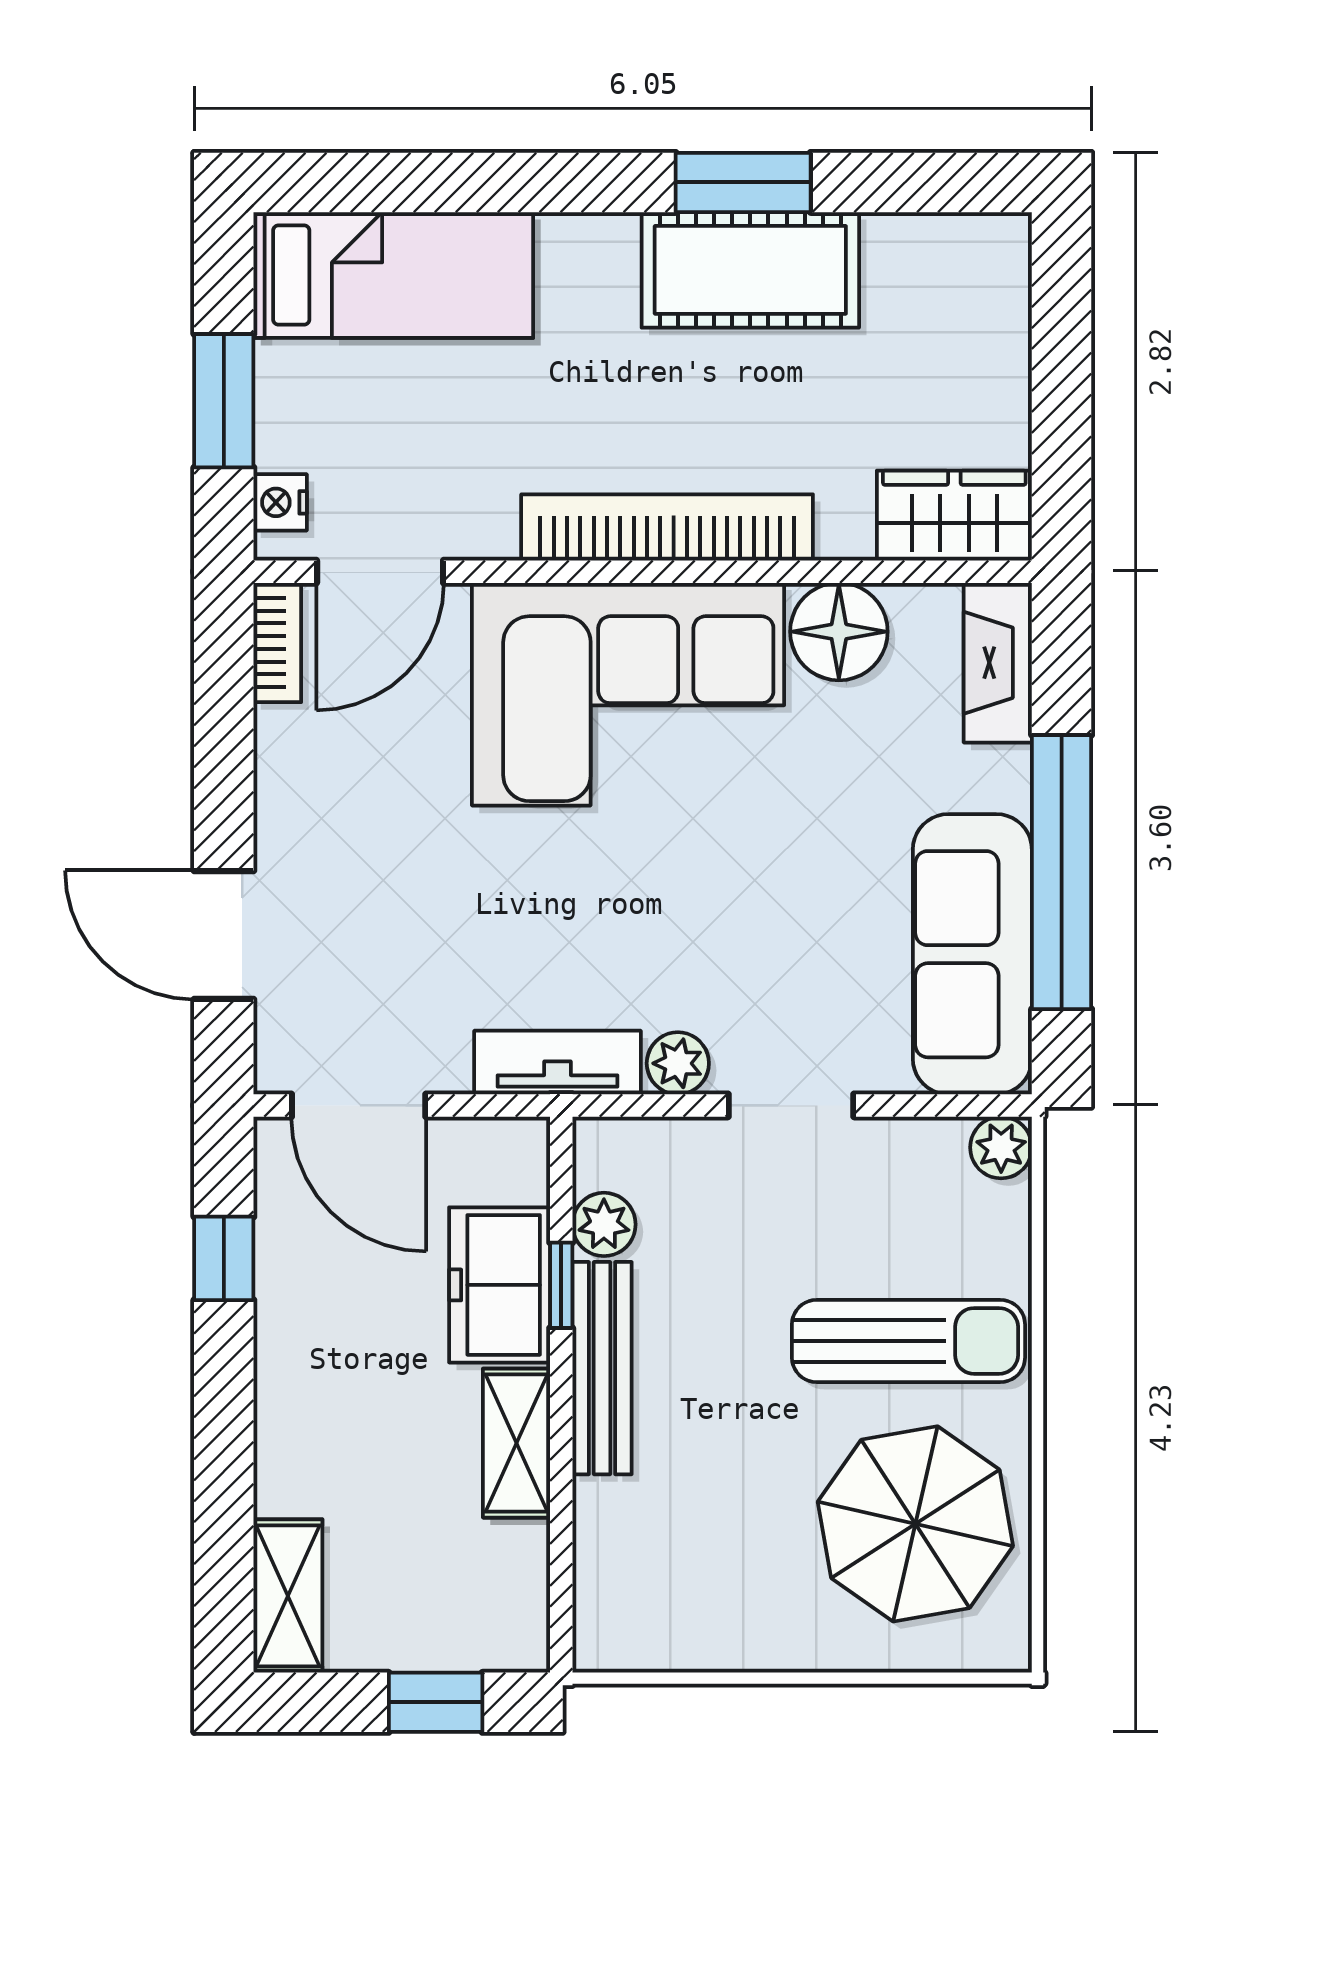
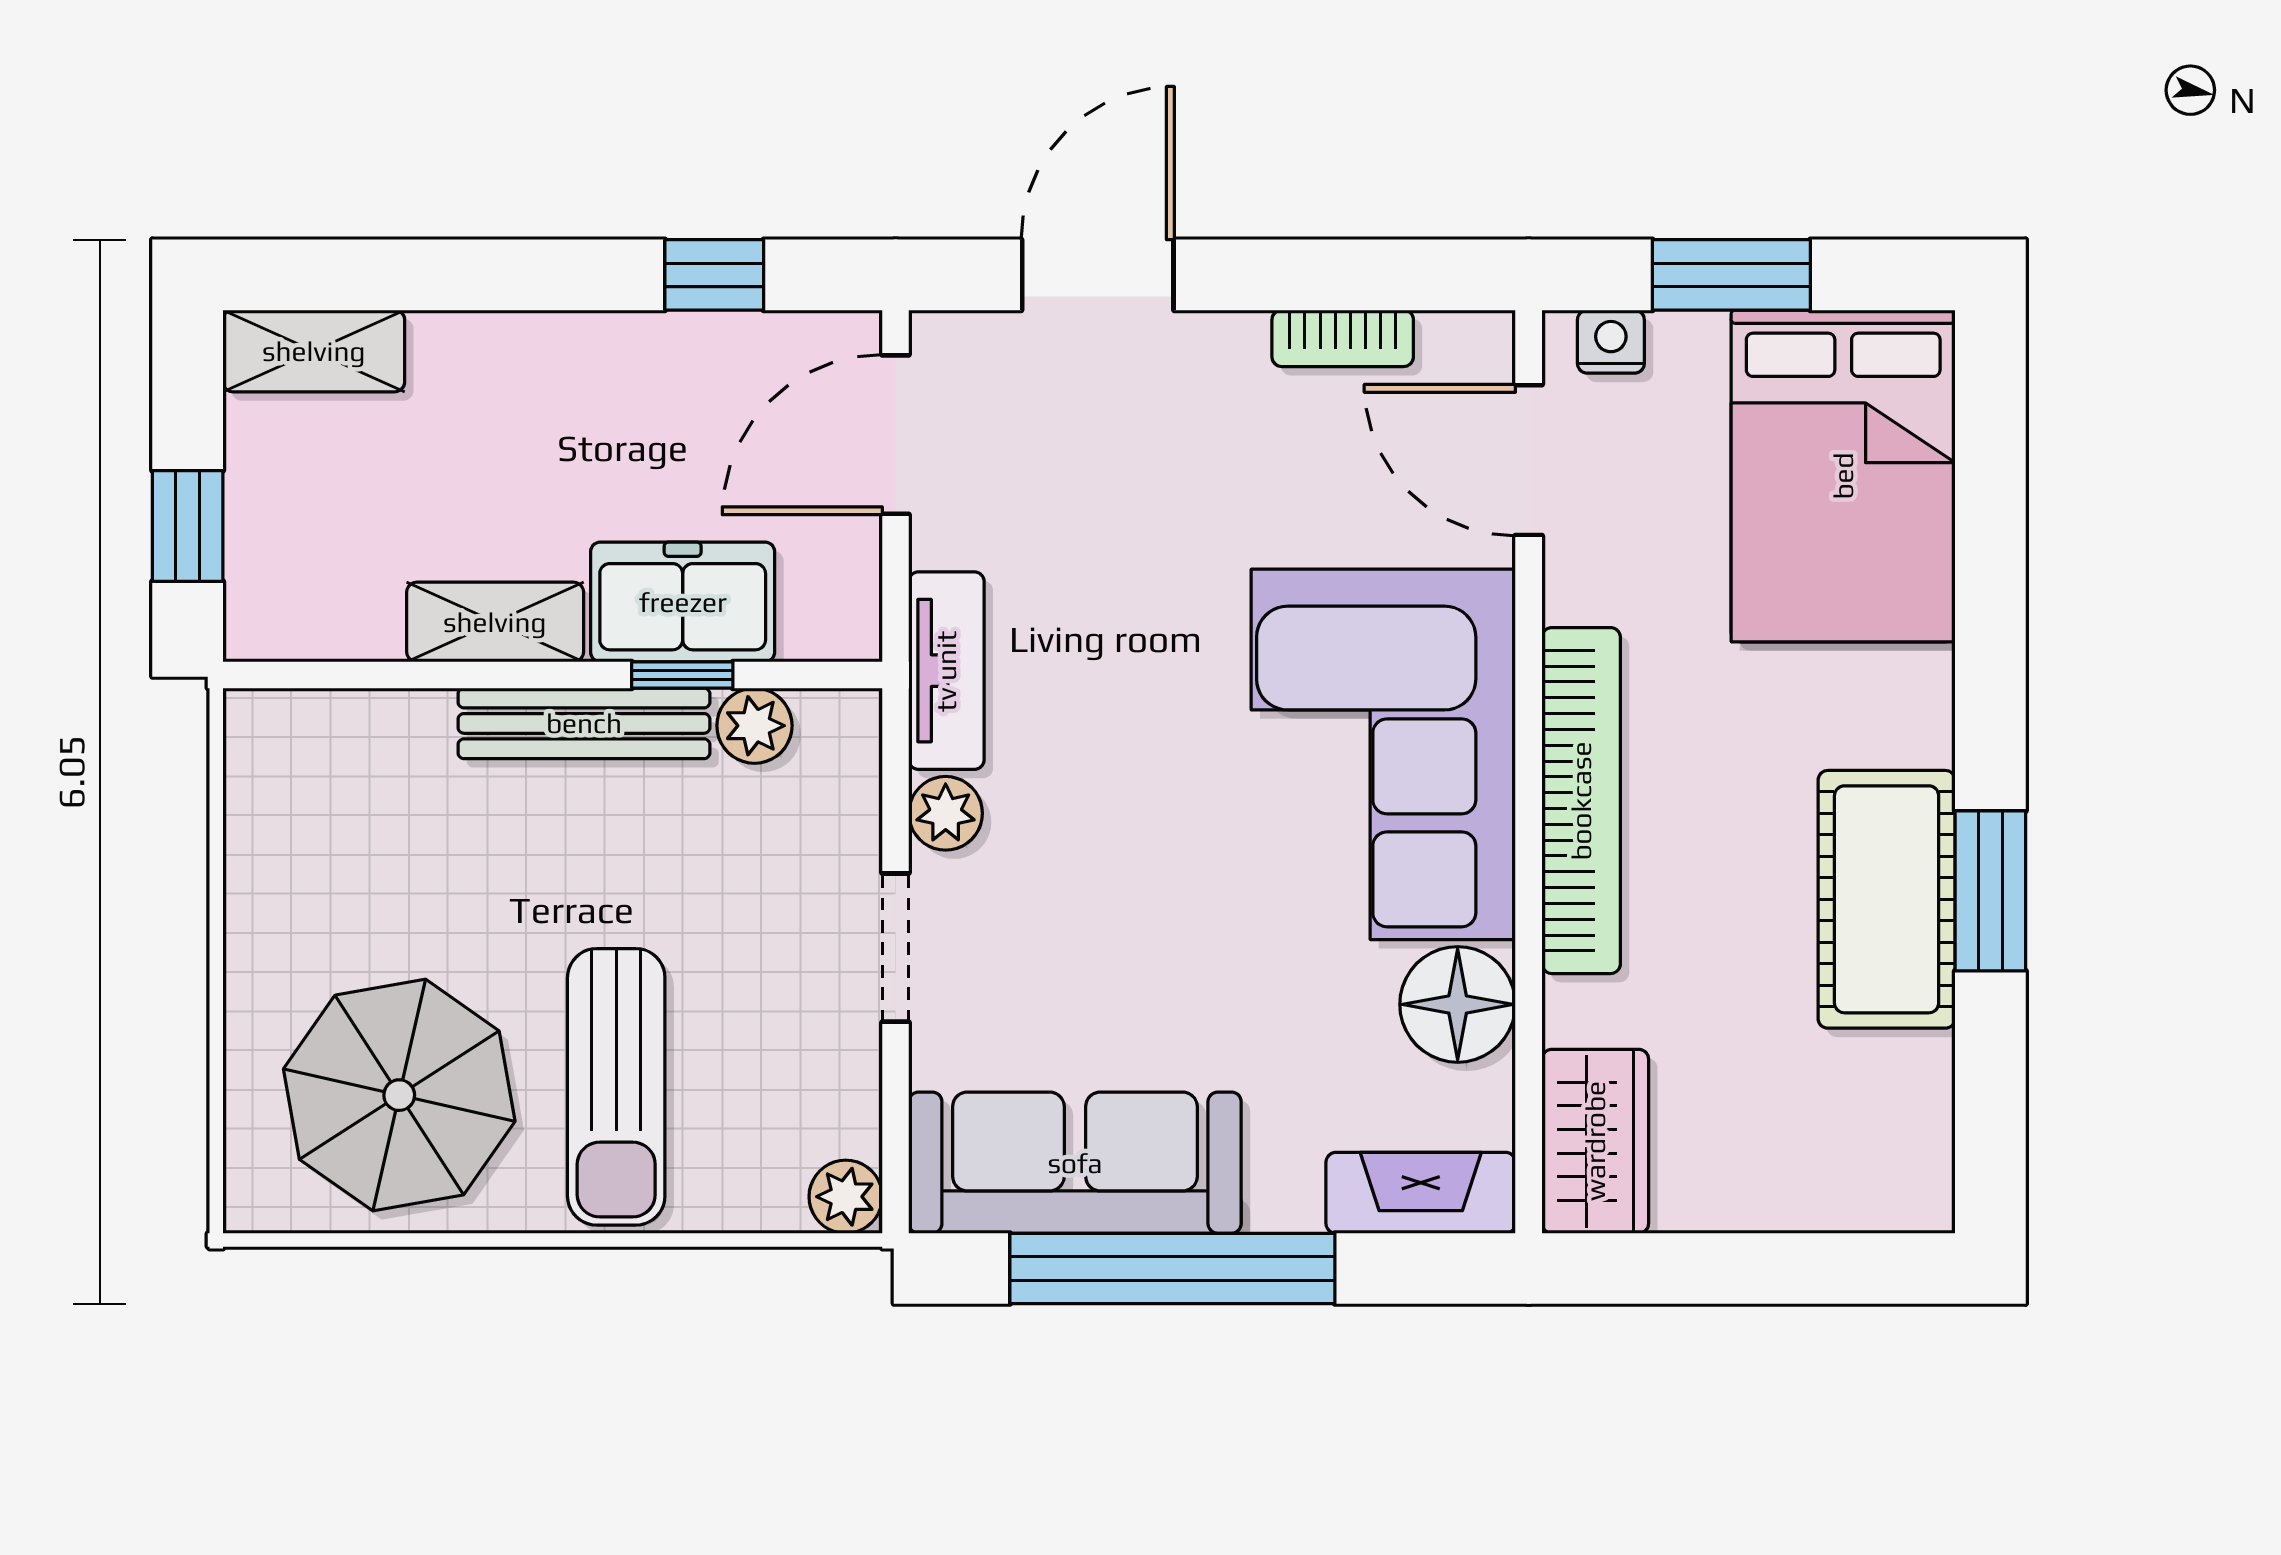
bed: (393, 275) -> (1843, 476), width x1.50
bookcase: (277, 642) -> (1343, 338), moved

